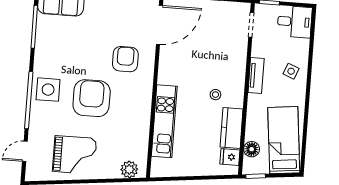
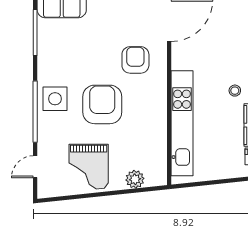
kitchen unit: (164, 121) -> (182, 123), width x1.36
grand piano: (75, 155) -> (89, 167), turned 90
plant: (129, 169) -> (135, 179), moved

